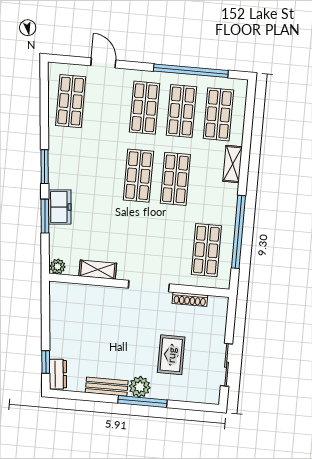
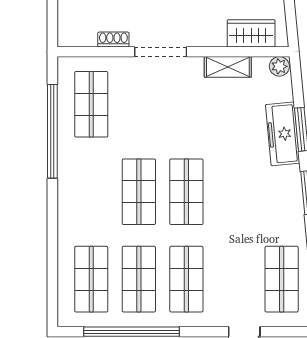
shelving: (233, 164) -> (68, 217), removed
freezer: (60, 207) -> (283, 134), width x1.40
wardrobe: (77, 294) -> (251, 33), added
shoe rack: (190, 299) -> (113, 40), width x0.70

